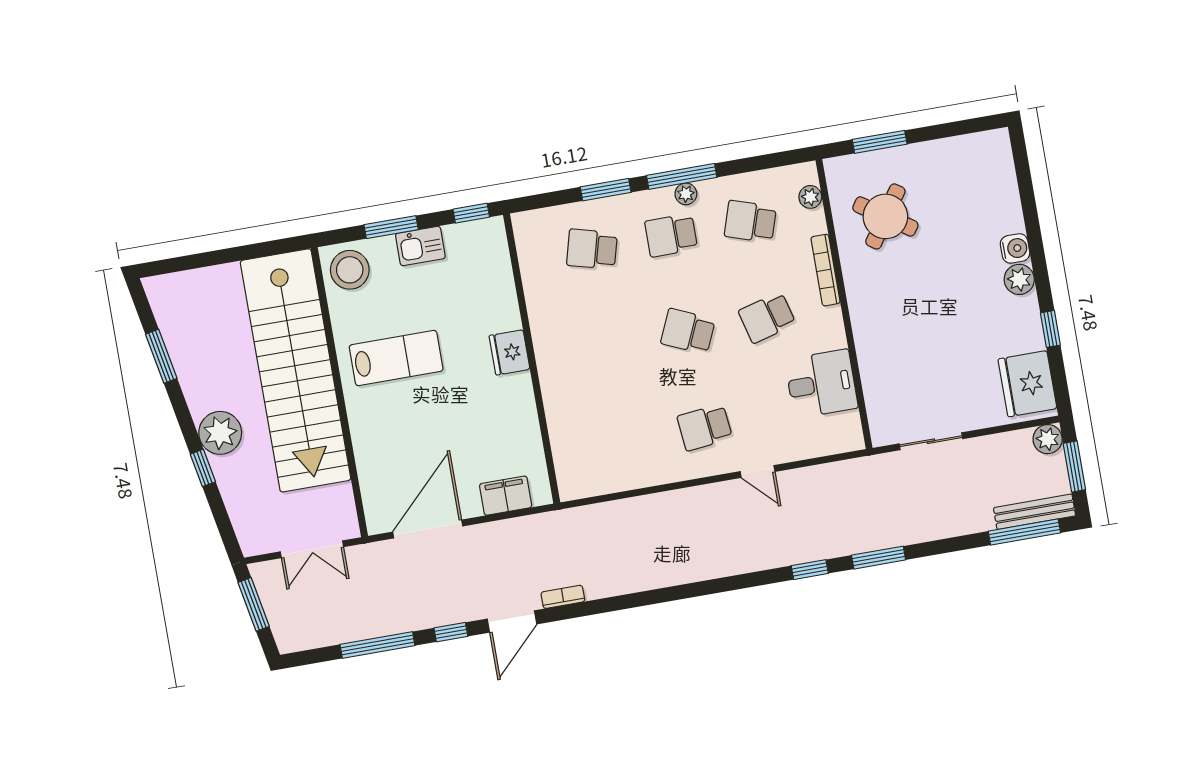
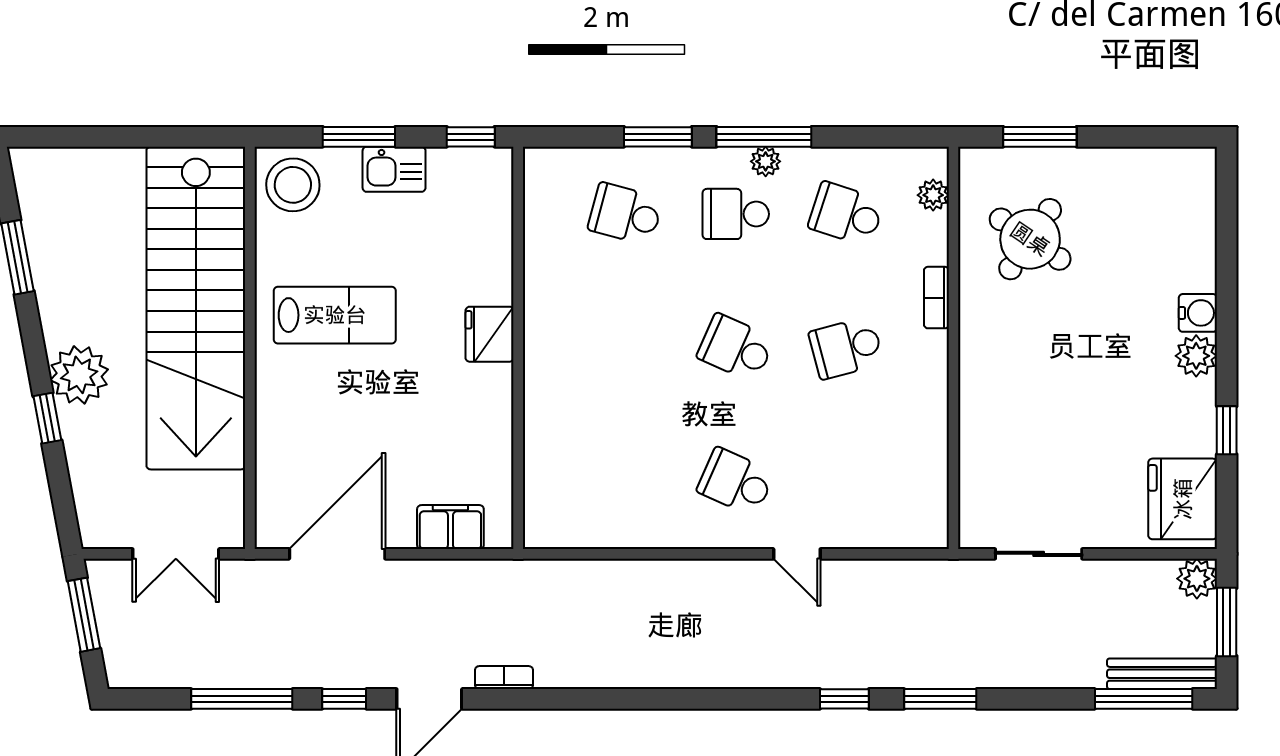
bookcase: (826, 270) -> (936, 298), width x0.64
desk: (821, 384) -> (904, 450), removed
school desk: (705, 427) -> (736, 482), turned 30

